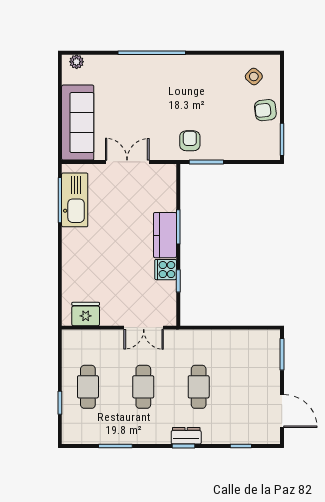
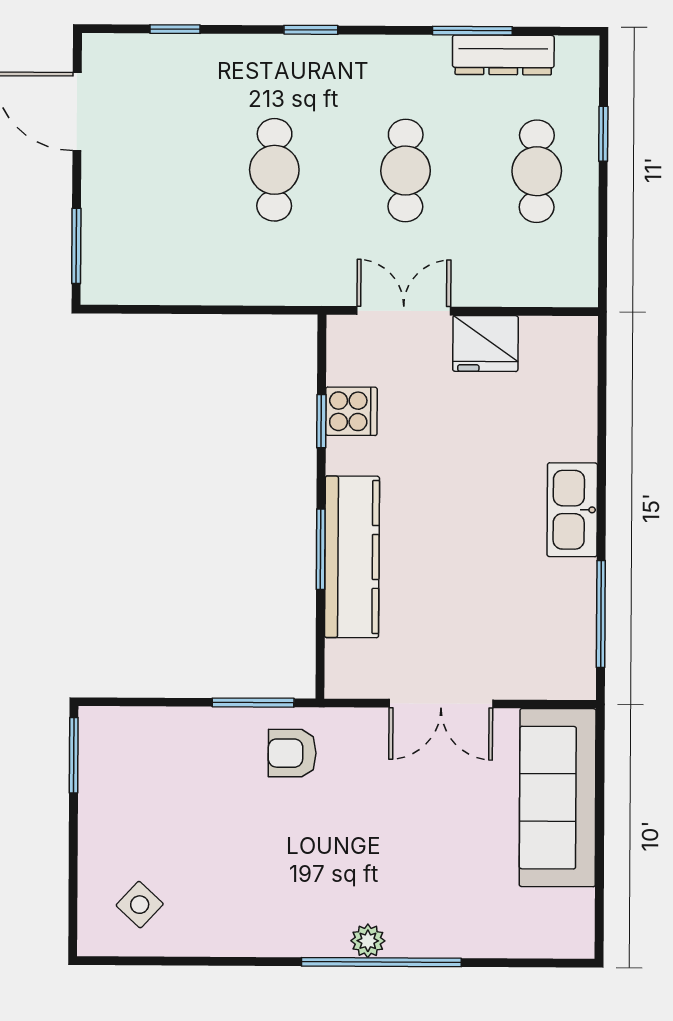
plant: (77, 62) -> (368, 941), moved
armchair: (265, 110) -> (113, 825), removed
armchair: (190, 141) -> (292, 753), turned 90
kitchen sink: (75, 200) -> (572, 510), moved, width x0.73, depth x0.81
kitchen counter: (165, 235) -> (352, 557), width x1.50
cooker: (166, 270) -> (351, 411), moved
fridge: (86, 314) -> (485, 343), moved
dresser: (186, 436) -> (503, 55), moved, width x1.44

